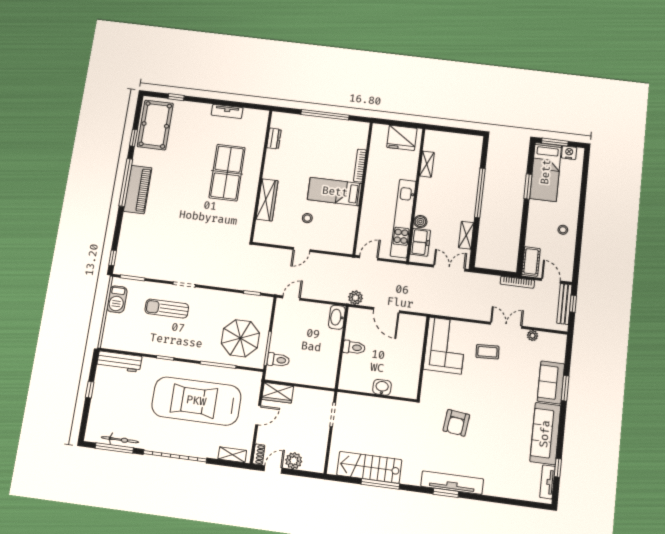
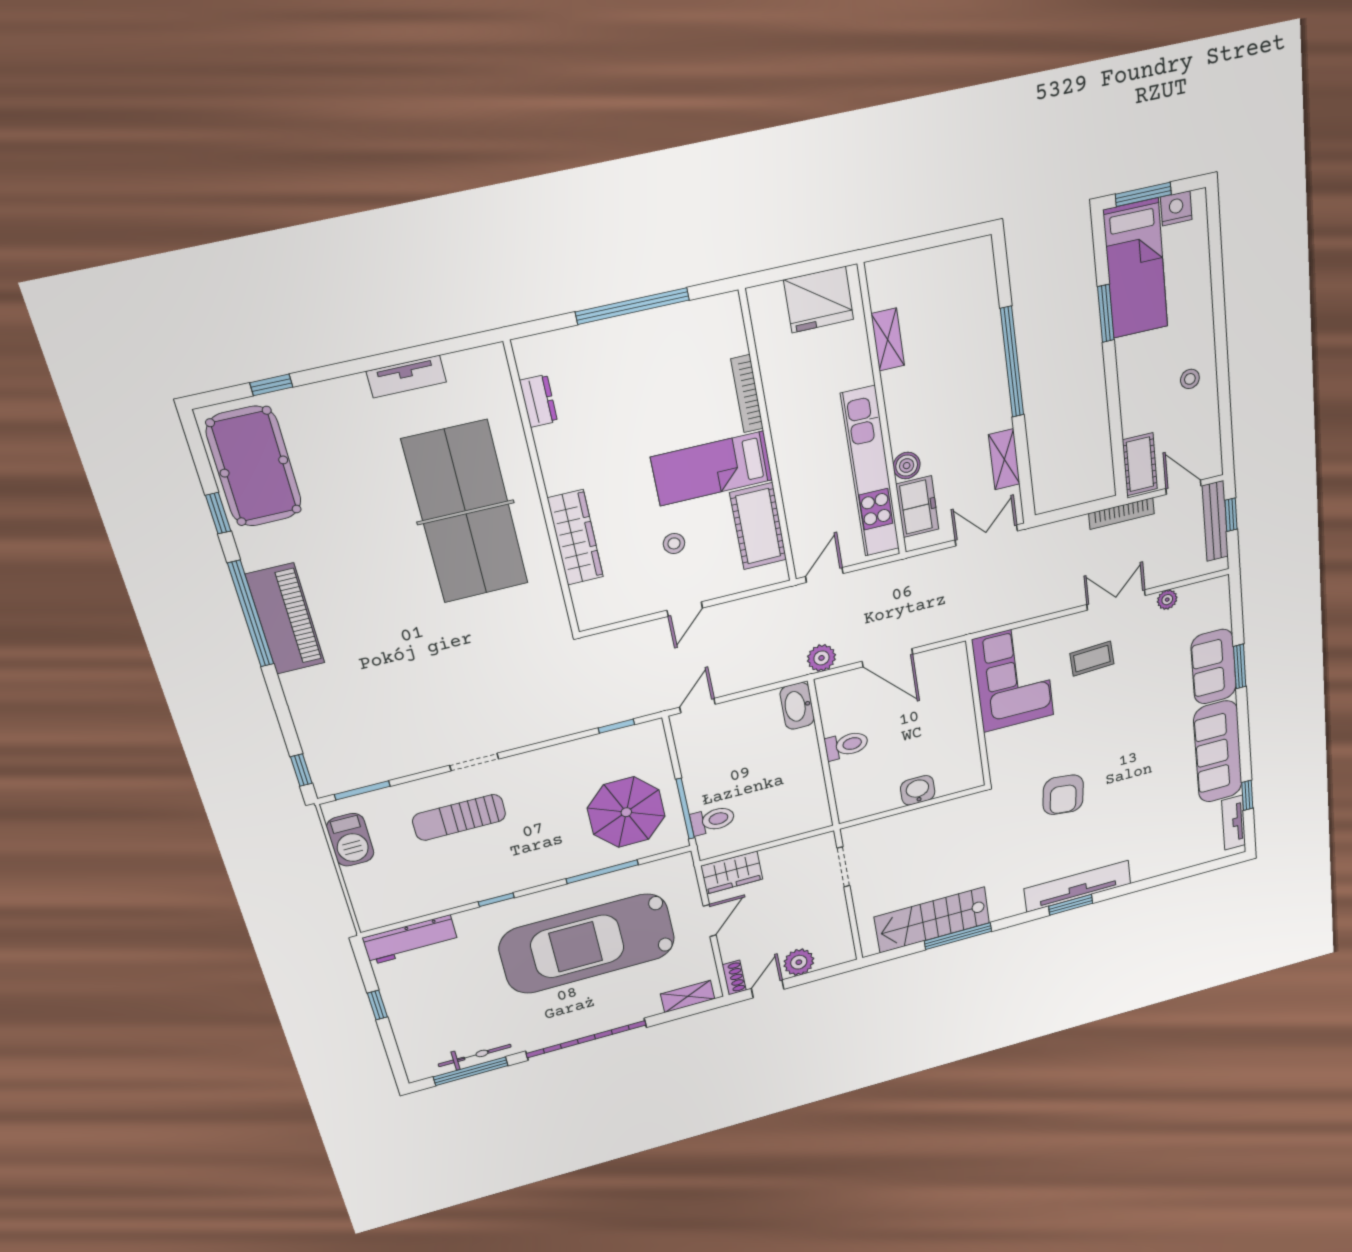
table tennis table: (227, 173) -> (466, 512), width x1.36, depth x1.32
cot: (346, 224) -> (758, 526), added

